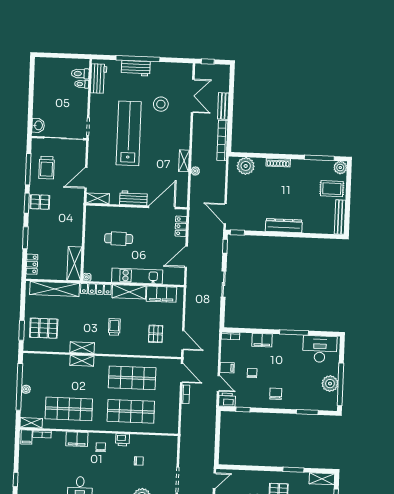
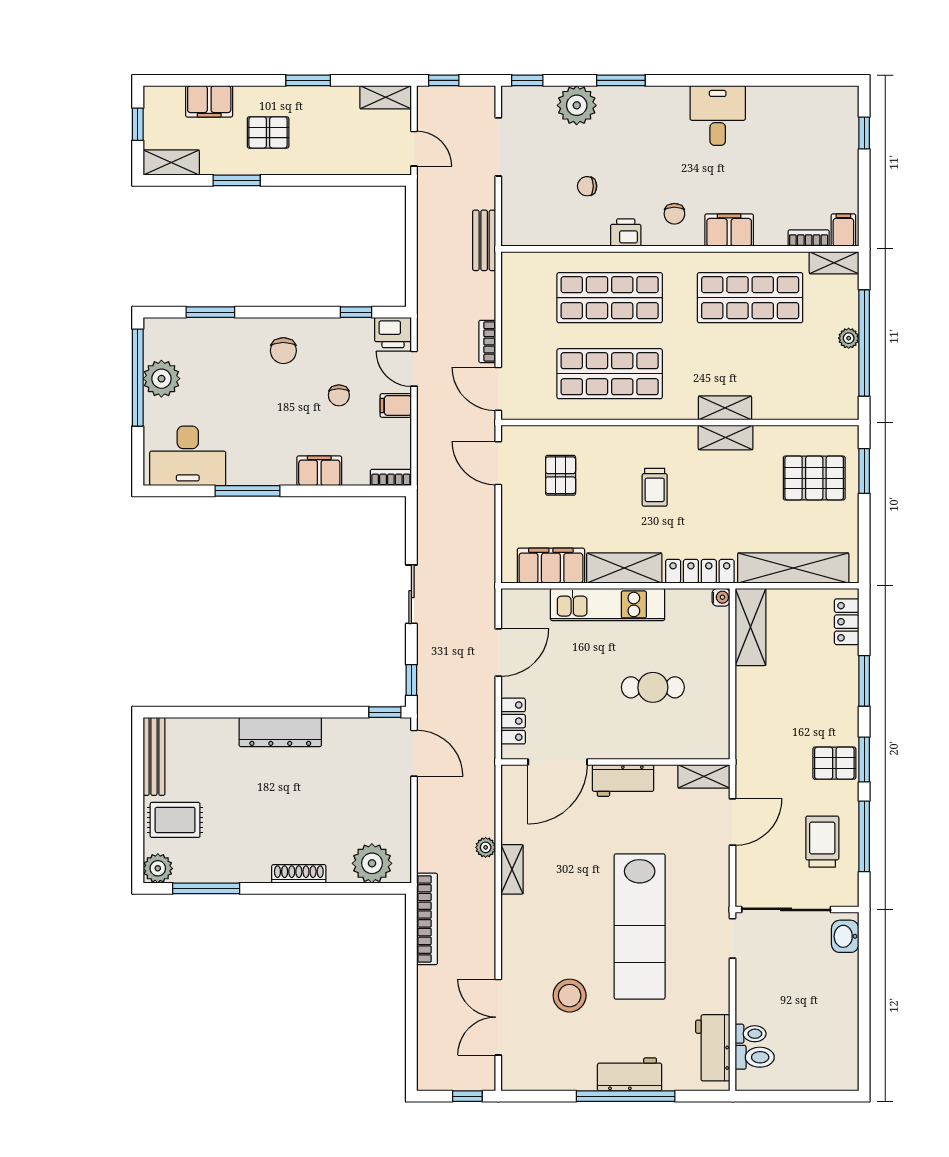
bench: (223, 106) -> (484, 240), moved
door: (214, 481) -> (414, 149), swing flipped

